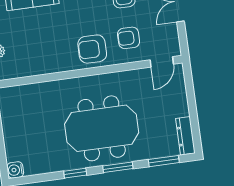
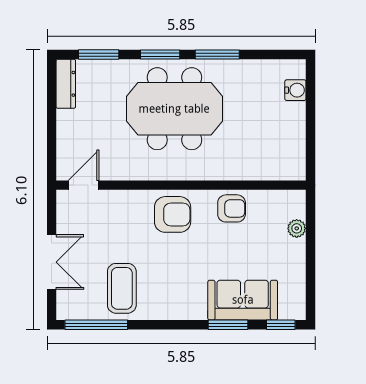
armchair: (129, 38) -> (232, 208), moved
water cooler: (15, 170) -> (295, 90), moved
window: (75, 173) -> (217, 55), width x1.50

